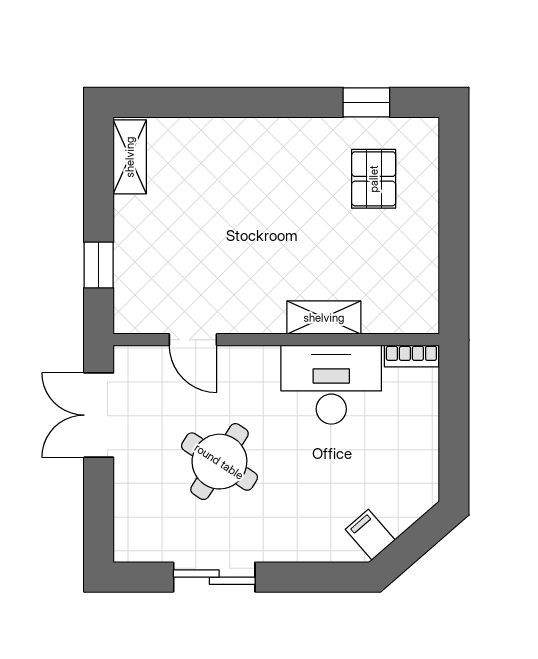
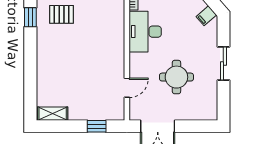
shelving: (324, 318) -> (118, 35), removed
round table: (219, 462) -> (176, 77), turned -33
sliding door: (214, 577) -> (223, 63), moved

